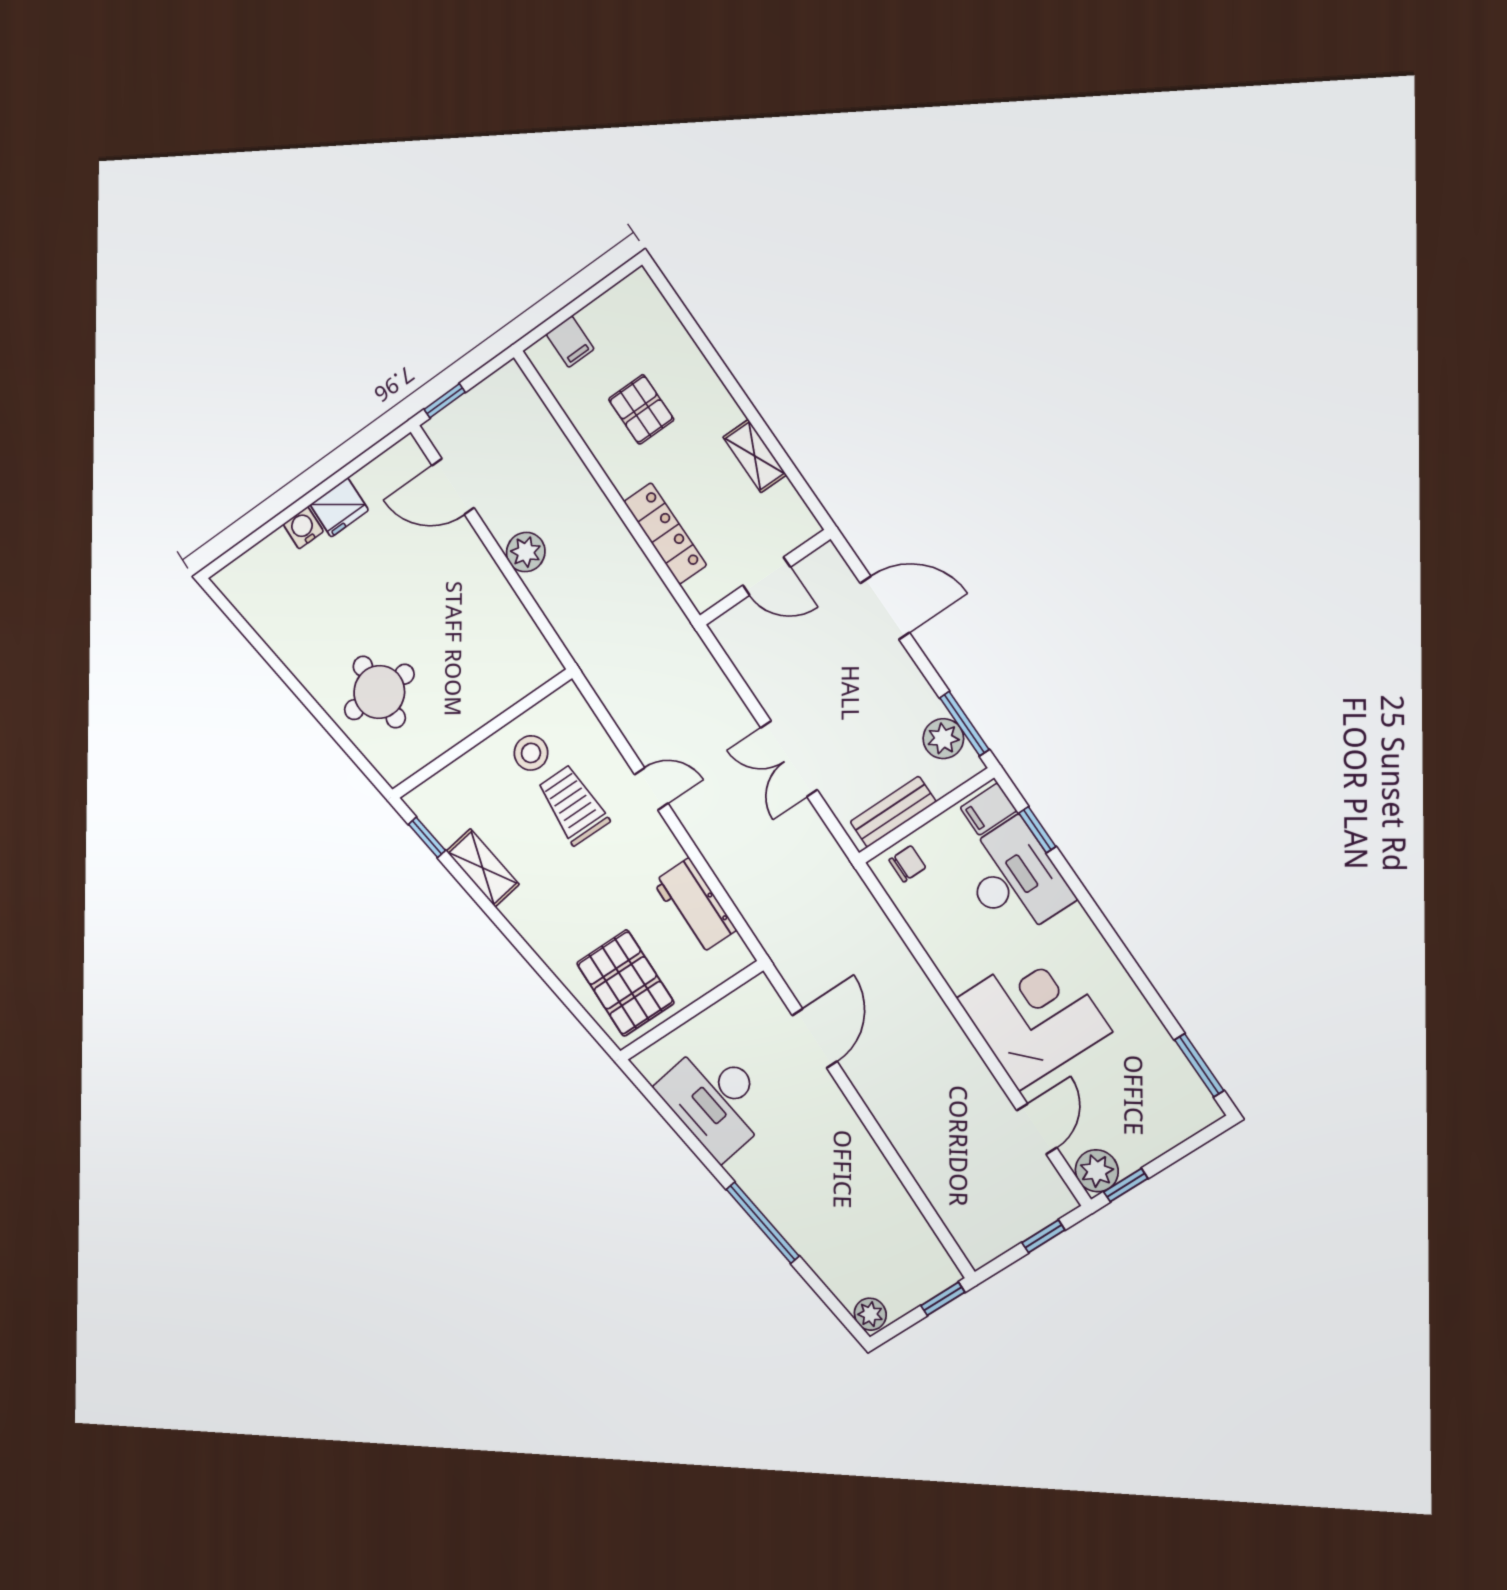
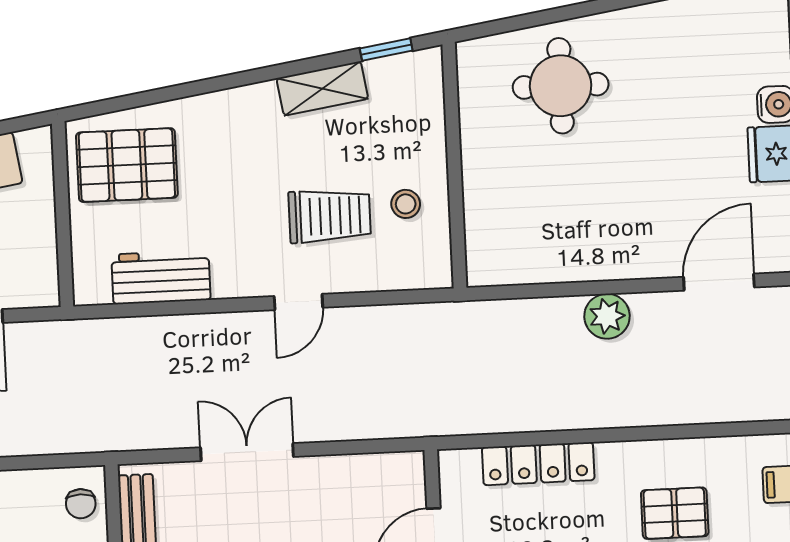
stool: (531, 753) -> (406, 204), width x0.73, depth x0.73

